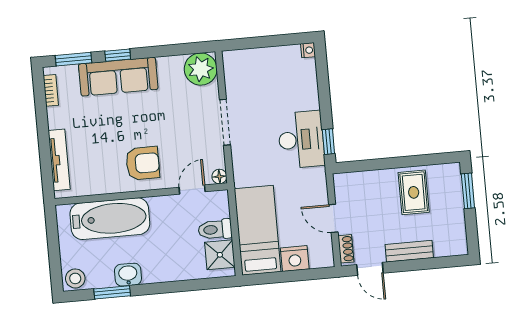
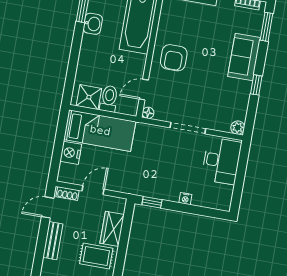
nightstand: (308, 50) -> (185, 199), moved
window: (118, 55) -> (256, 85), moved
plant: (201, 69) -> (238, 128), width x0.53, depth x0.53
sofa: (118, 77) -> (244, 57), width x0.73
desk: (301, 140) -> (221, 161), moved, turned -90
wardrobe: (375, 182) -> (112, 229), added
door: (192, 190) -> (144, 90), swing flipped

